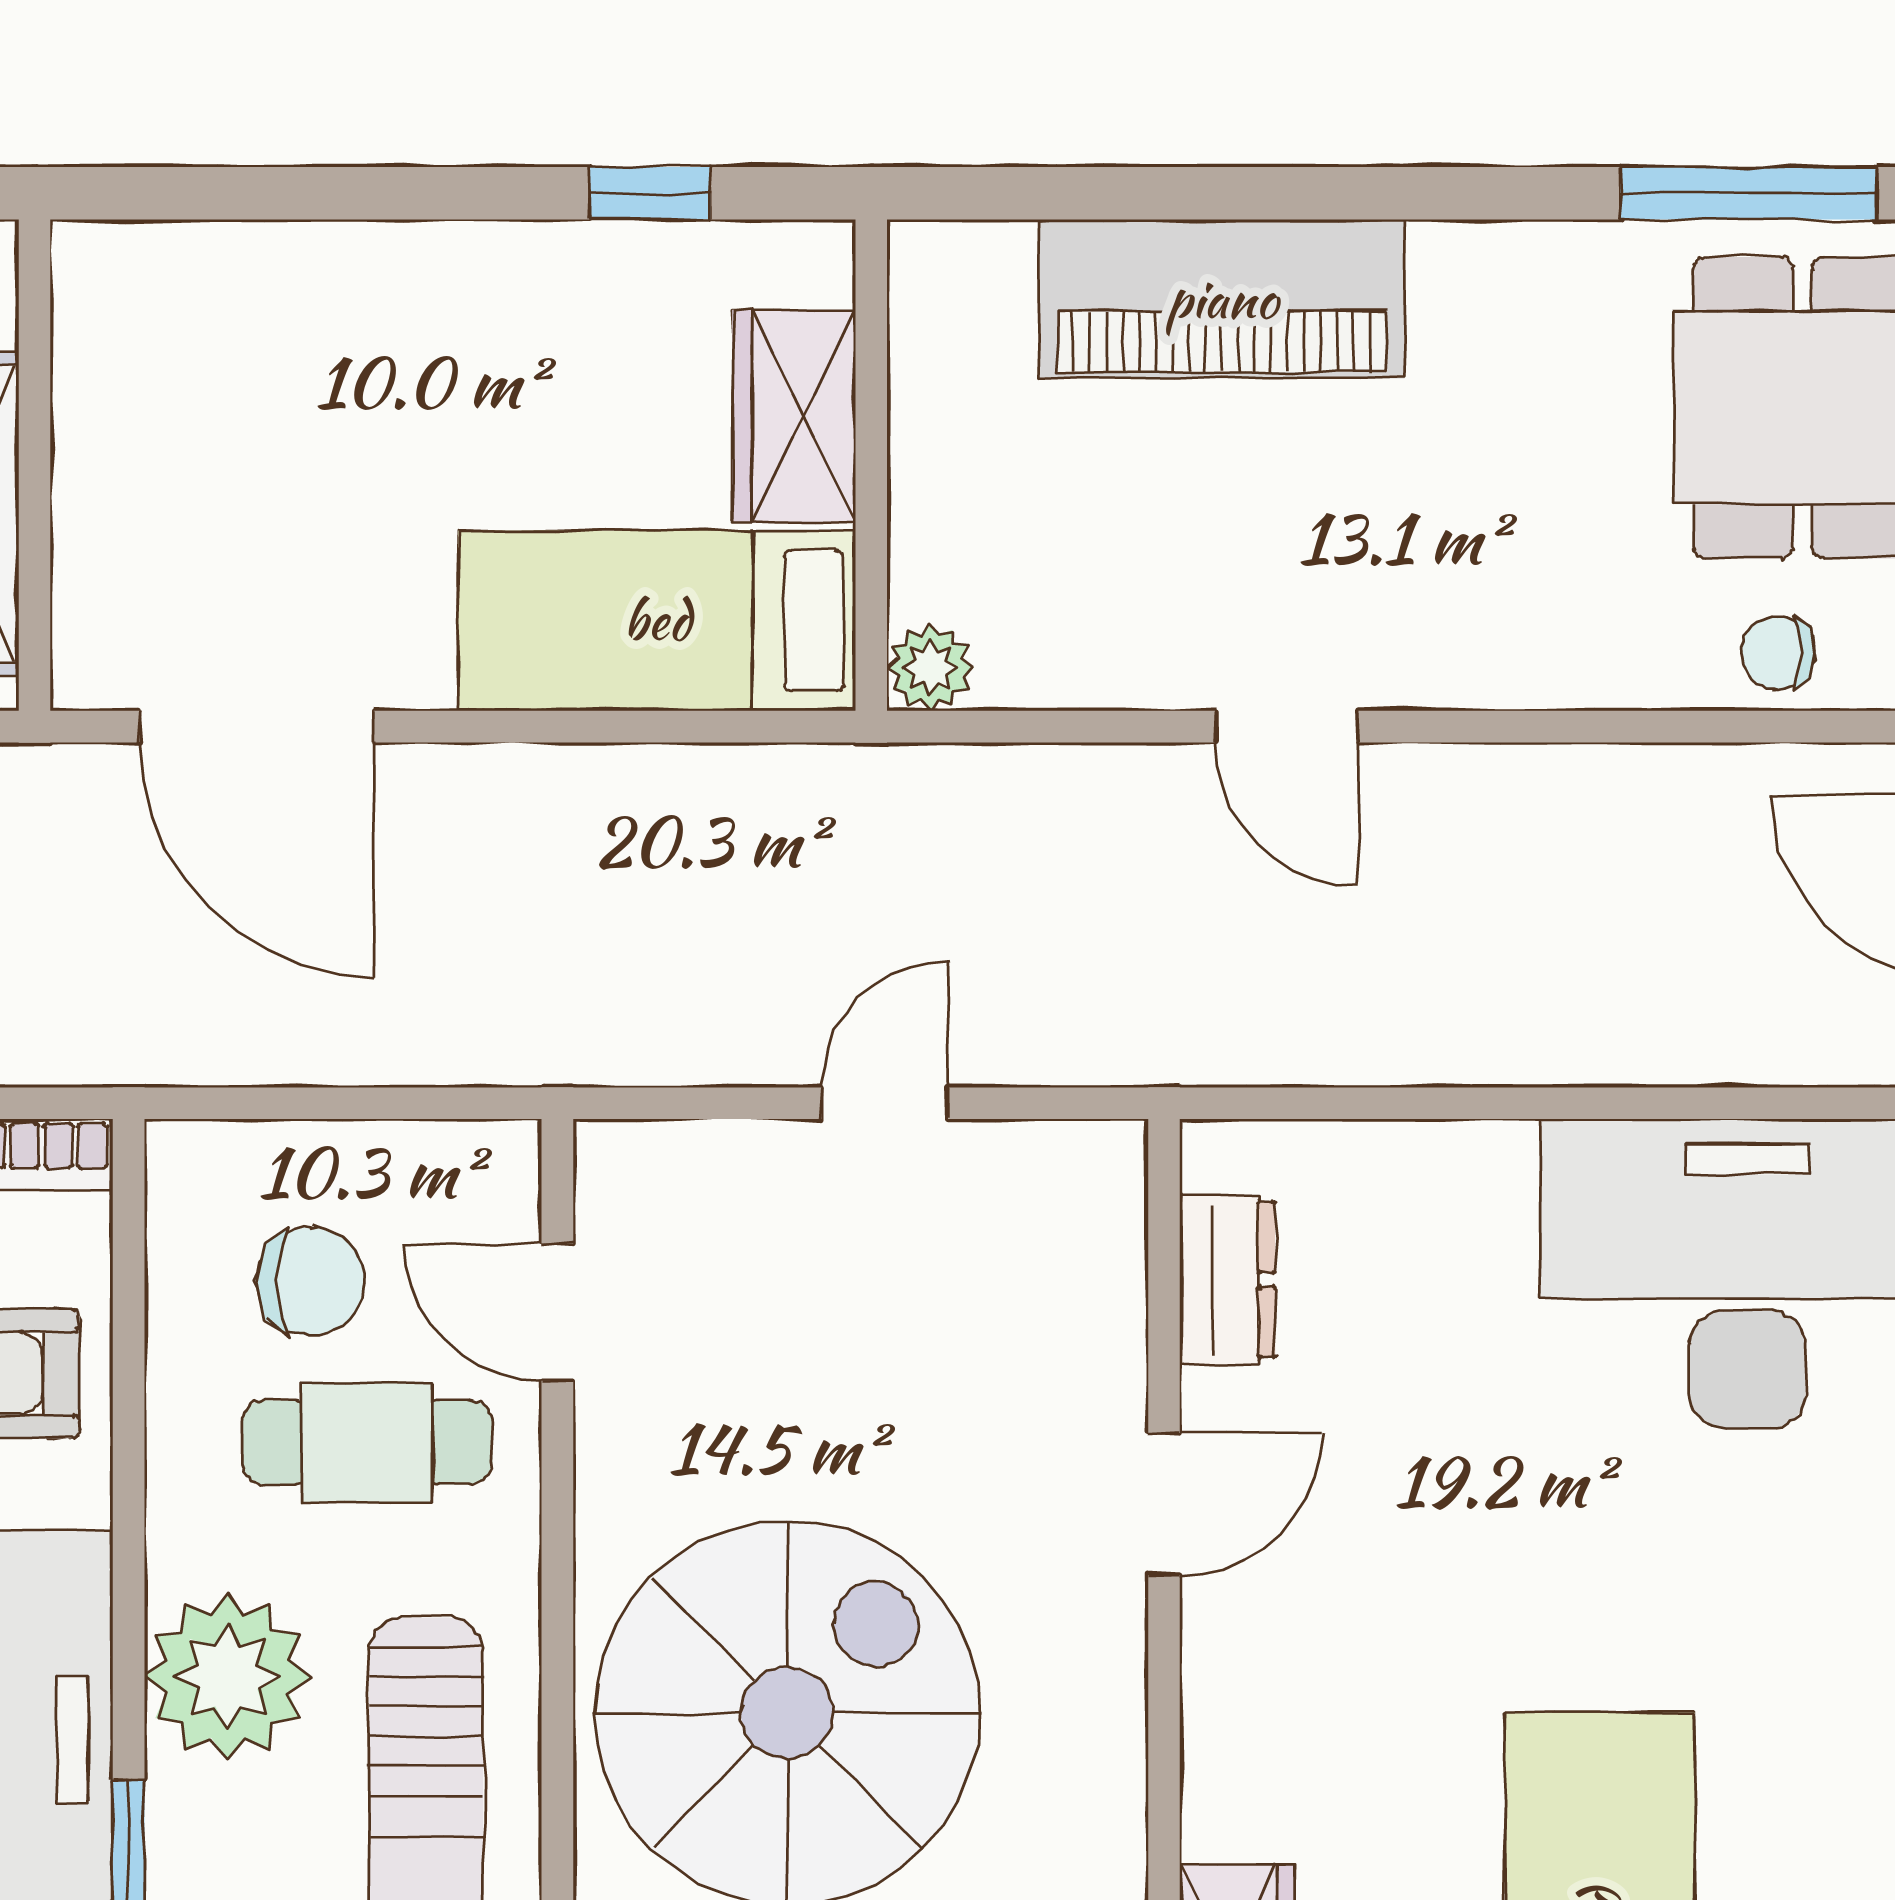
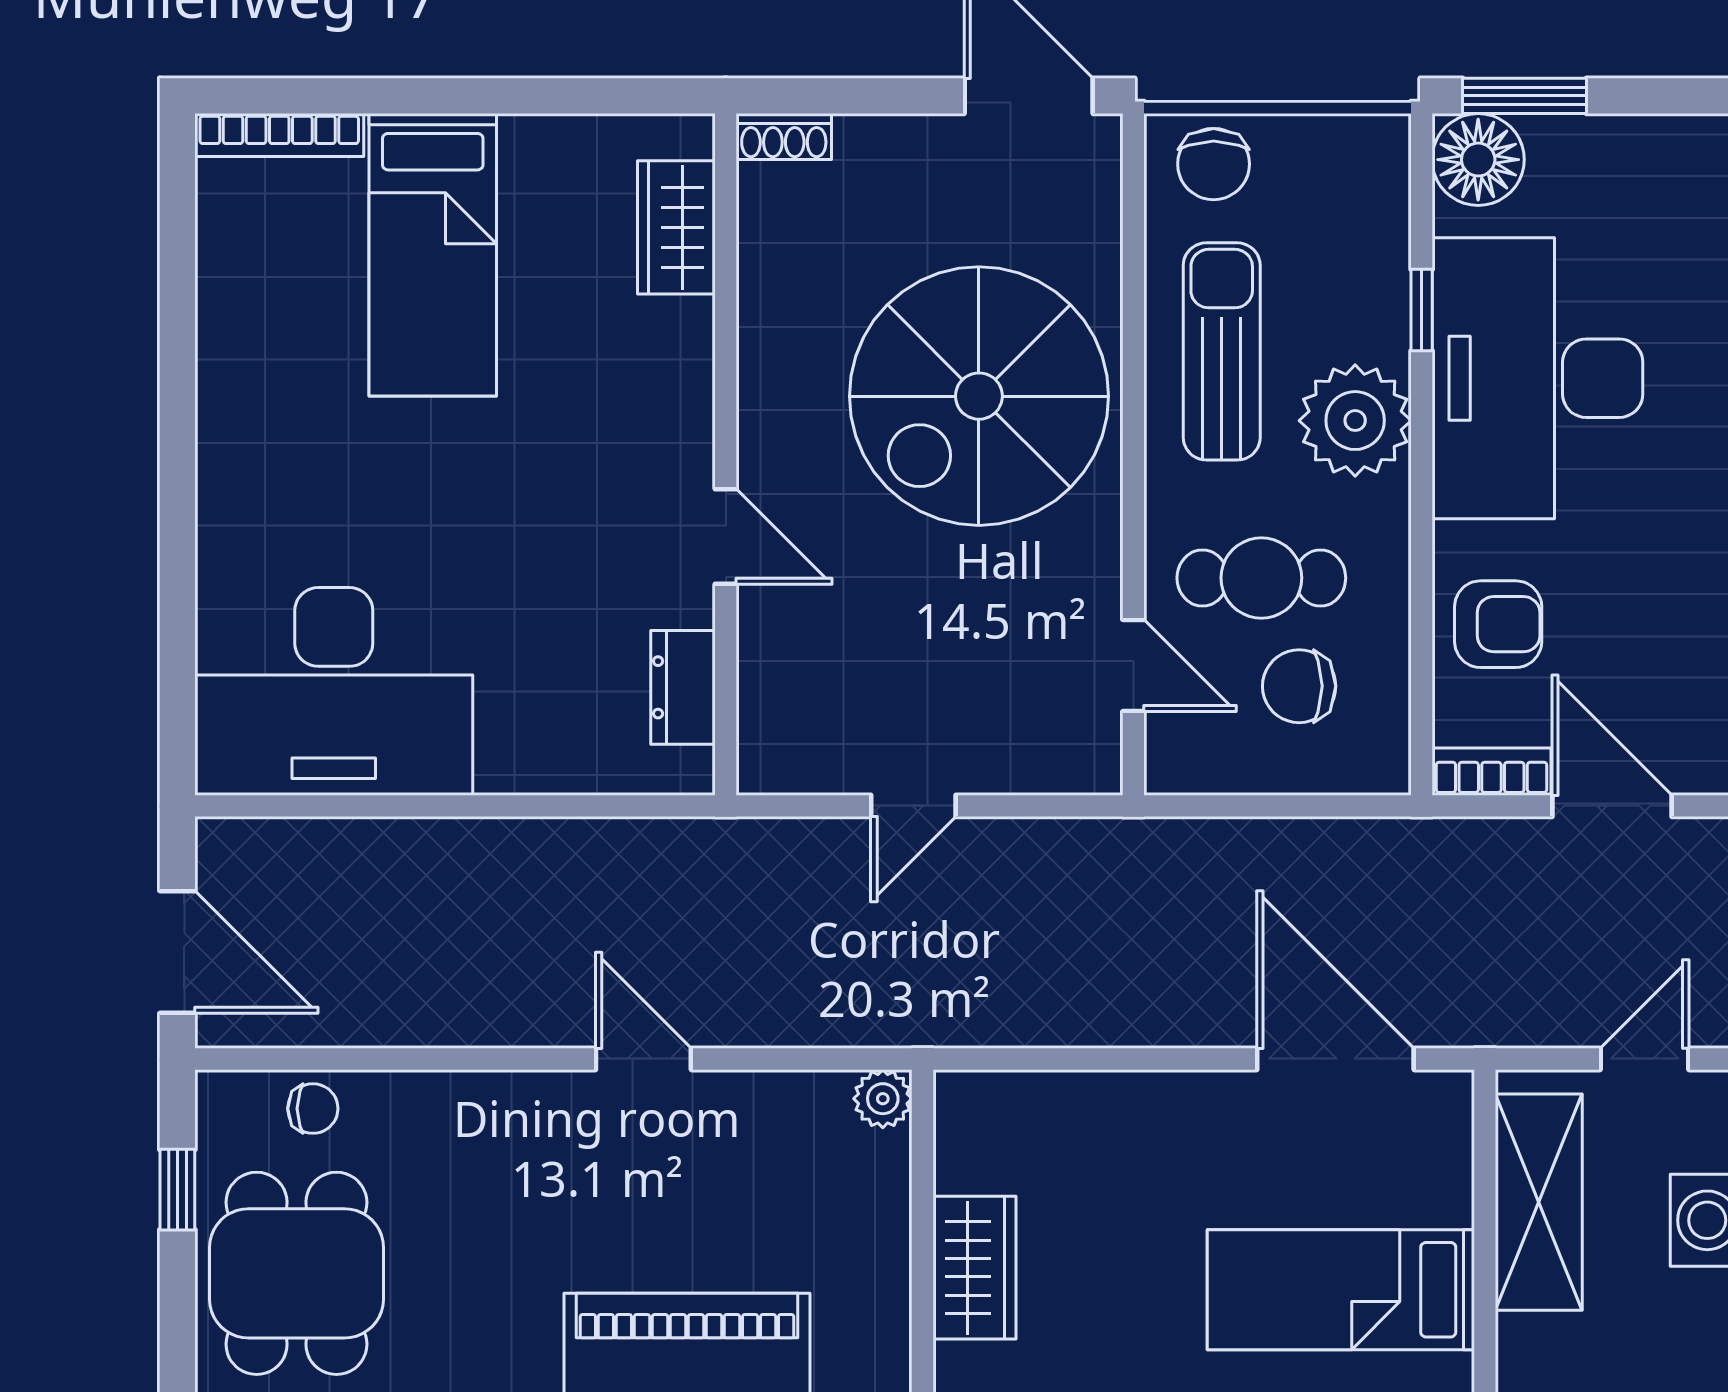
bed: (657, 620) -> (1341, 1290), moved, turned 180
door: (1164, 1504) -> (726, 537), swing flipped

